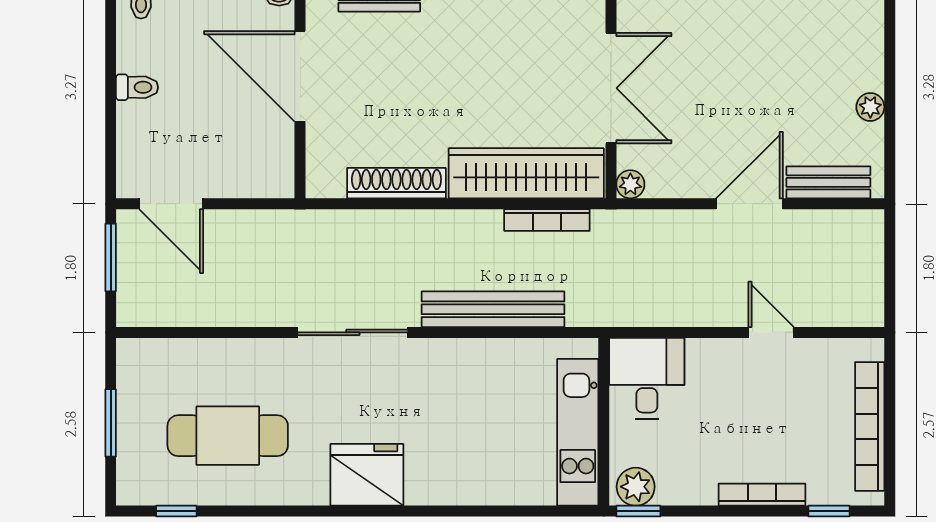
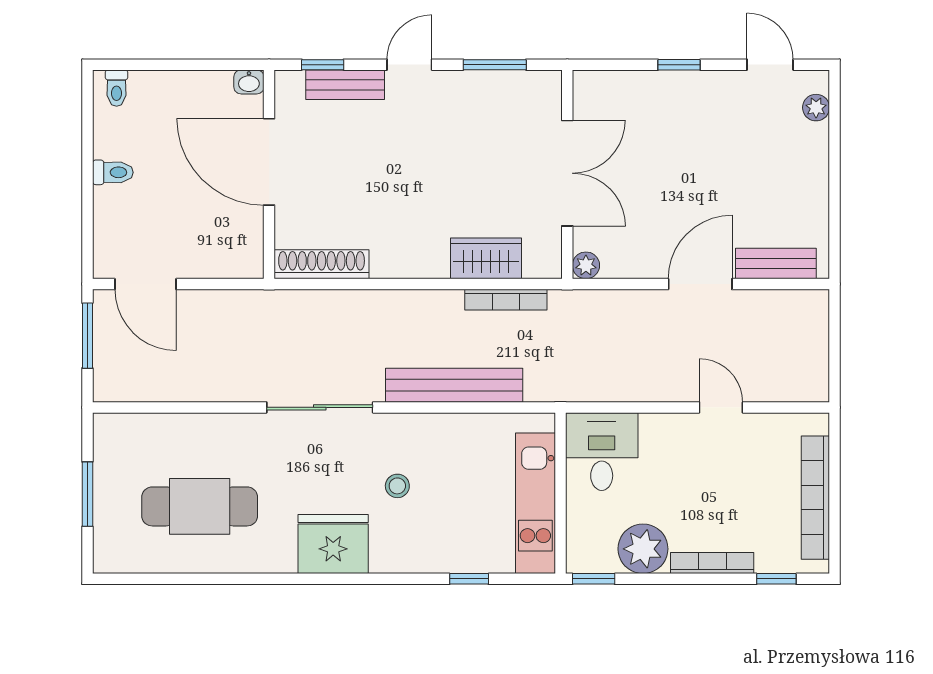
plant: (870, 107) -> (816, 108), moved
wardrobe: (526, 173) -> (486, 258), width x0.48, depth x0.85
shoe rack: (396, 183) -> (322, 264), moved
stool: (434, 414) -> (397, 486), added
plant: (636, 487) -> (643, 549), moved, width x1.36, depth x1.36
window: (176, 511) -> (469, 579), moved

